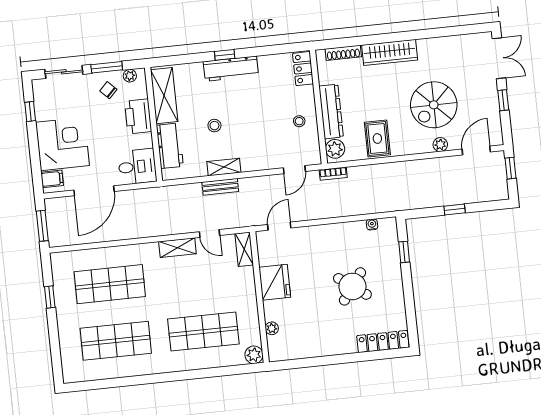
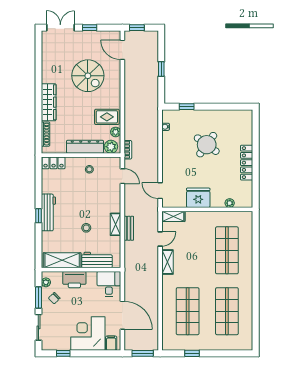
plant: (440, 145) -> (116, 132), moved
locker: (383, 341) -> (247, 163), moved
plant: (254, 355) -> (247, 217), removed

